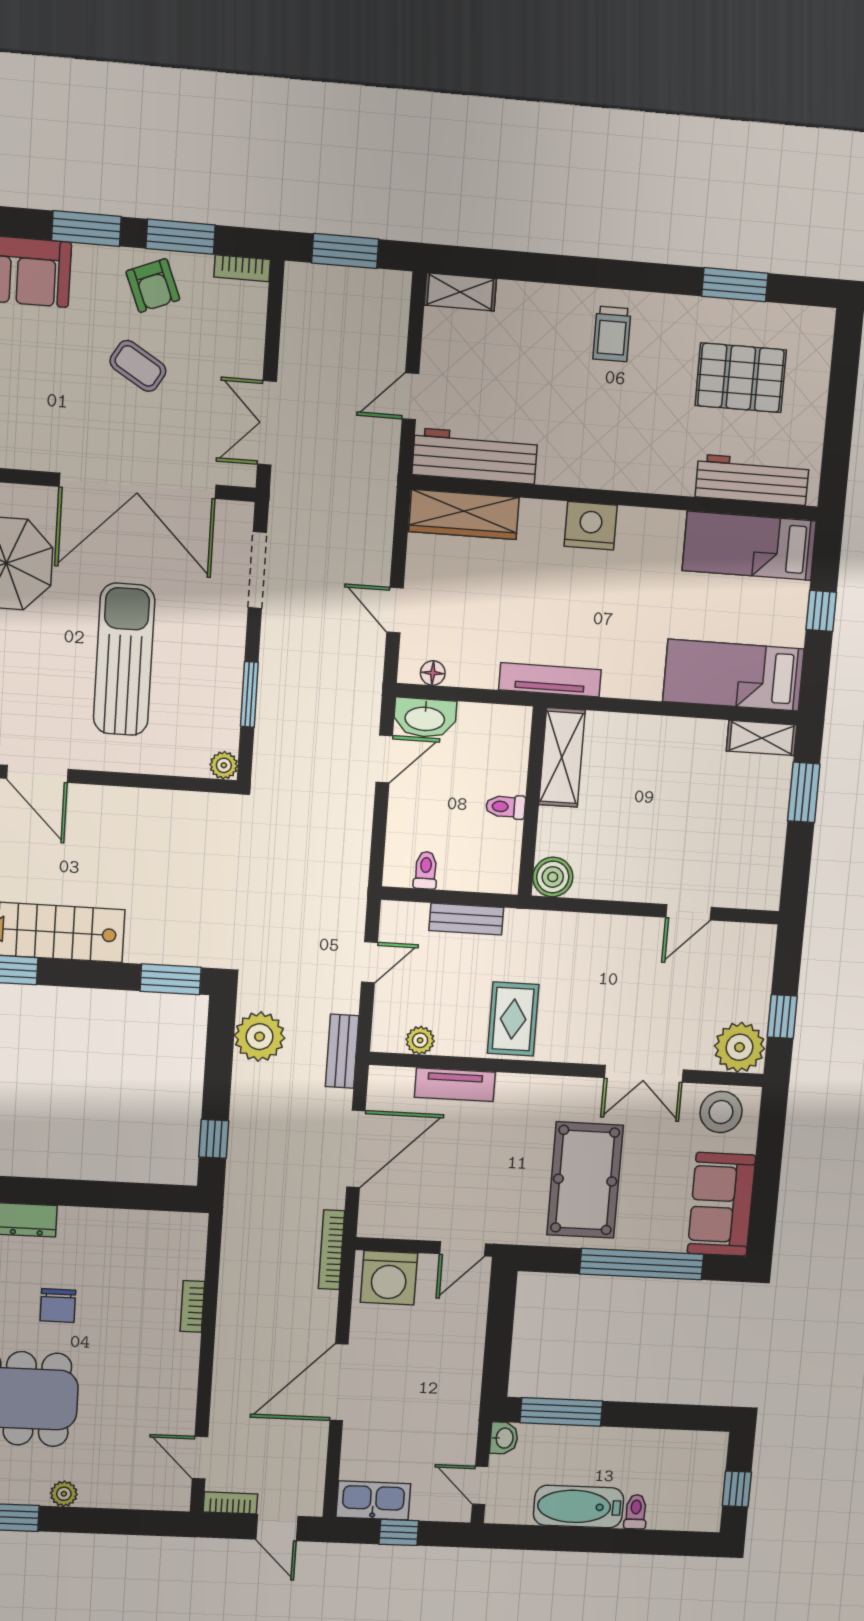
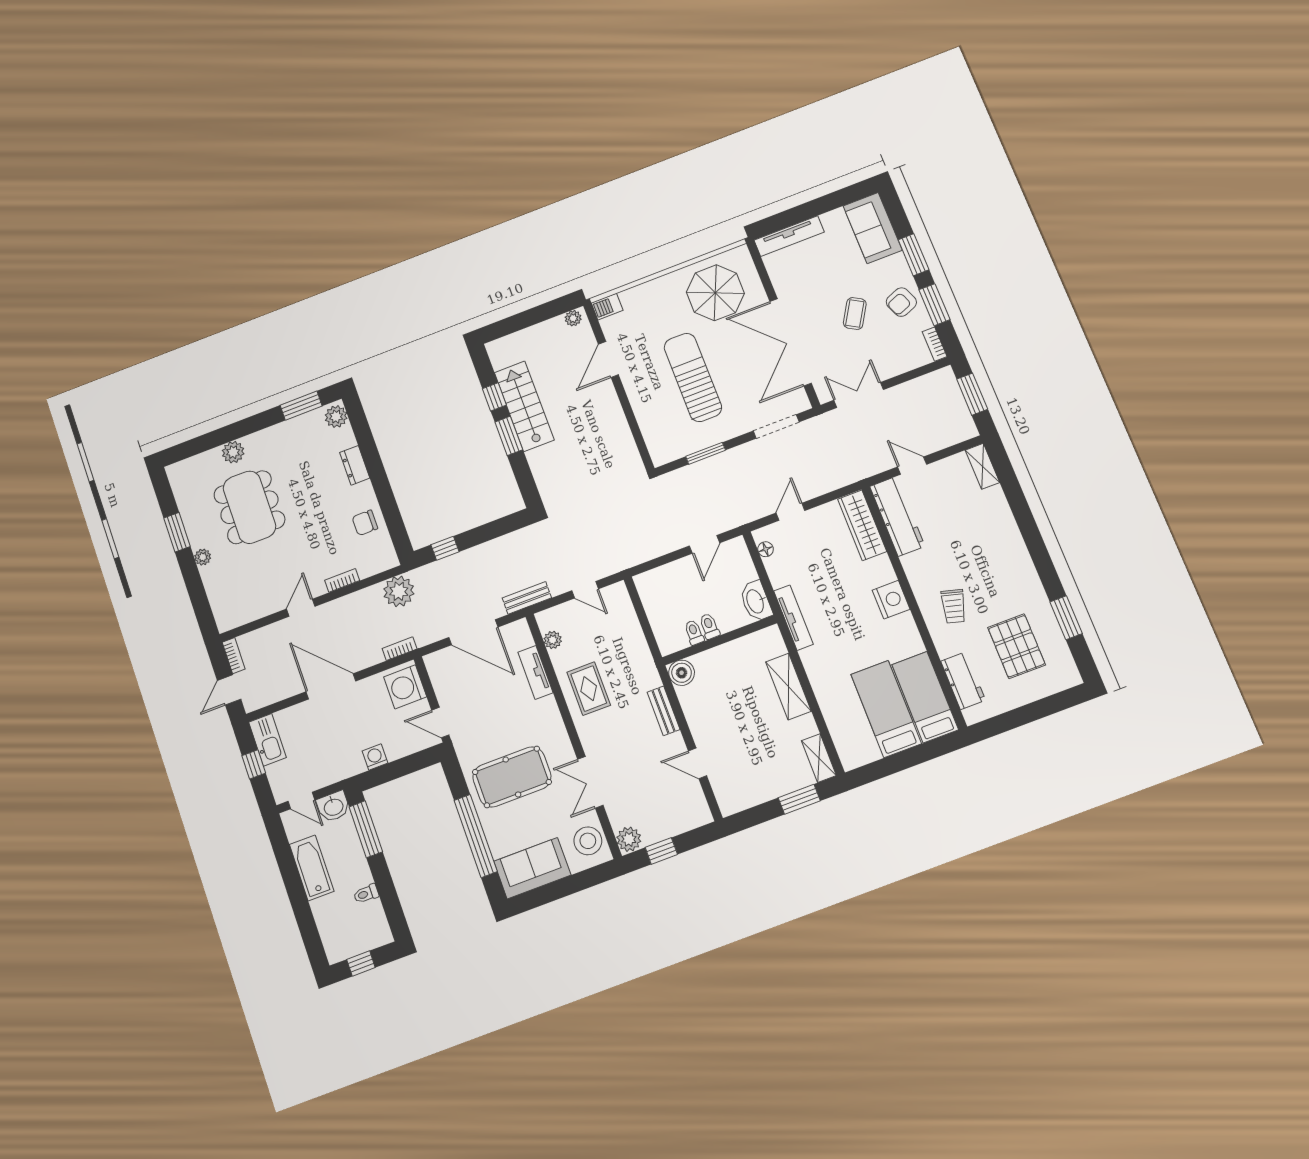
trolley: (612, 334) -> (954, 606), moved, turned -75
workbench: (752, 480) -> (963, 681), width x0.73
window: (821, 611) -> (909, 758), removed
sun lounger: (124, 659) -> (693, 377), turned -90
bed: (733, 675) -> (886, 709), moved
washbasin: (425, 718) -> (756, 601), moved
shelving: (562, 757) -> (788, 687), moved, turned 90
door: (384, 759) -> (704, 544), hinge flipped
plant: (224, 765) -> (660, 457), removed
toilet: (426, 870) -> (694, 632), moved, turned -90
bench: (466, 919) -> (664, 711), moved
window: (171, 979) -> (509, 436), moved
rug: (513, 1019) -> (589, 689), turned 90
plant: (260, 1037) -> (399, 591), moved
plant: (739, 1047) -> (629, 839), width x0.73, depth x0.73
bookcase: (332, 1250) -> (400, 649), width x0.64
chair: (58, 1306) -> (365, 523), moved
washing machine: (468, 1360) -> (375, 757), added
washbasin: (504, 1438) -> (333, 807), width x1.38, depth x1.45
door: (200, 1458) -> (301, 608), moved
door: (480, 1485) -> (301, 801), swing flipped
toilet: (636, 1512) -> (366, 894), moved, turned 180

